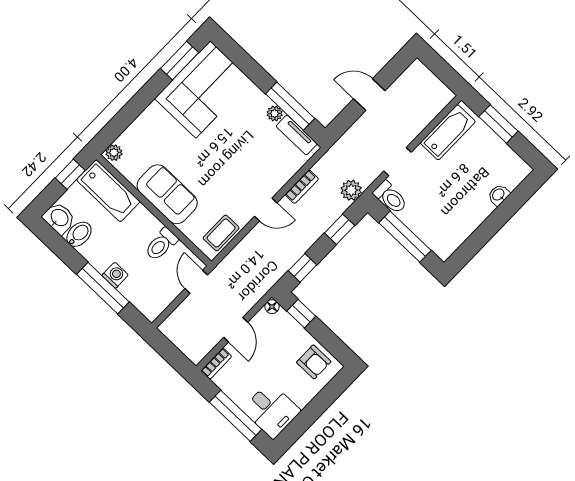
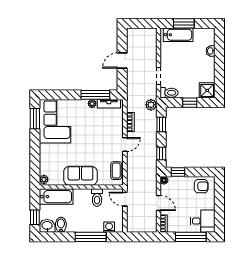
bathtub: (448, 132) -> (178, 35), moved, turned 90
window: (70, 174) -> (35, 217), moved
window: (405, 237) -> (190, 103), width x0.46
shower: (444, 243) -> (207, 90), added
washing machine: (115, 275) -> (109, 227), moved

